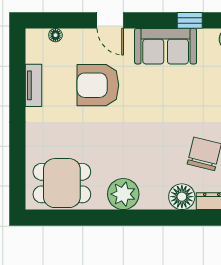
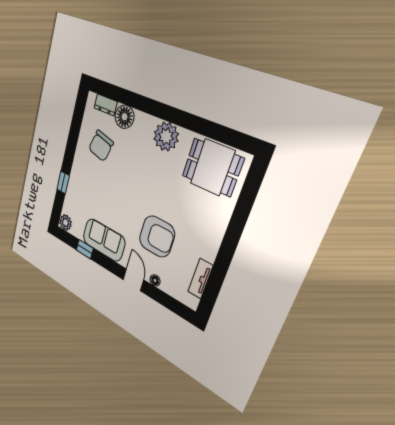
floor lamp: (55, 35) -> (155, 280), moved
tv unit: (33, 85) -> (200, 279), moved

